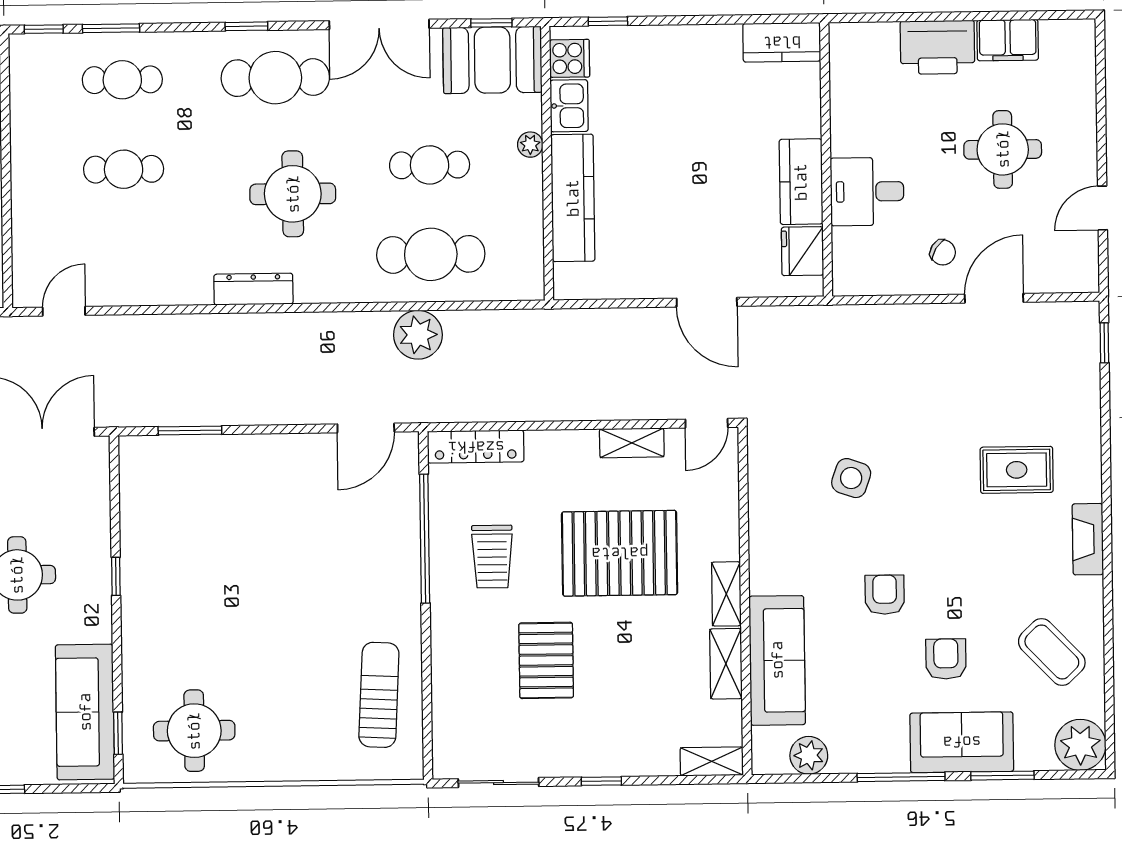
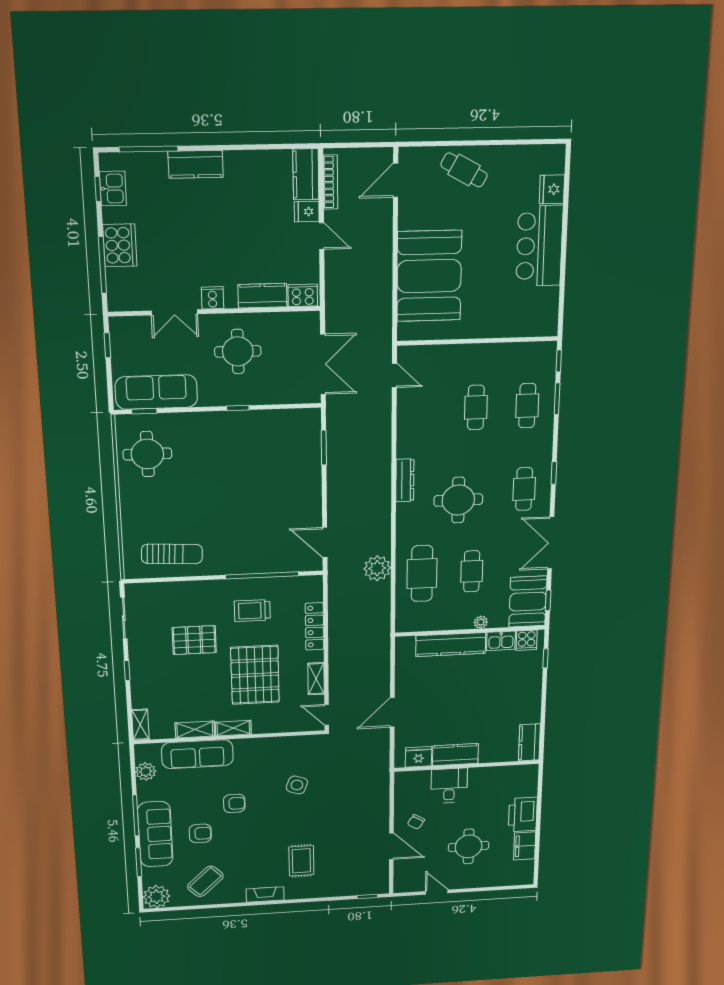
cafe table: (275, 78) -> (524, 489), width x0.73, depth x0.74
locker: (476, 447) -> (315, 626), moved
sofa: (962, 742) -> (155, 834), width x1.36

